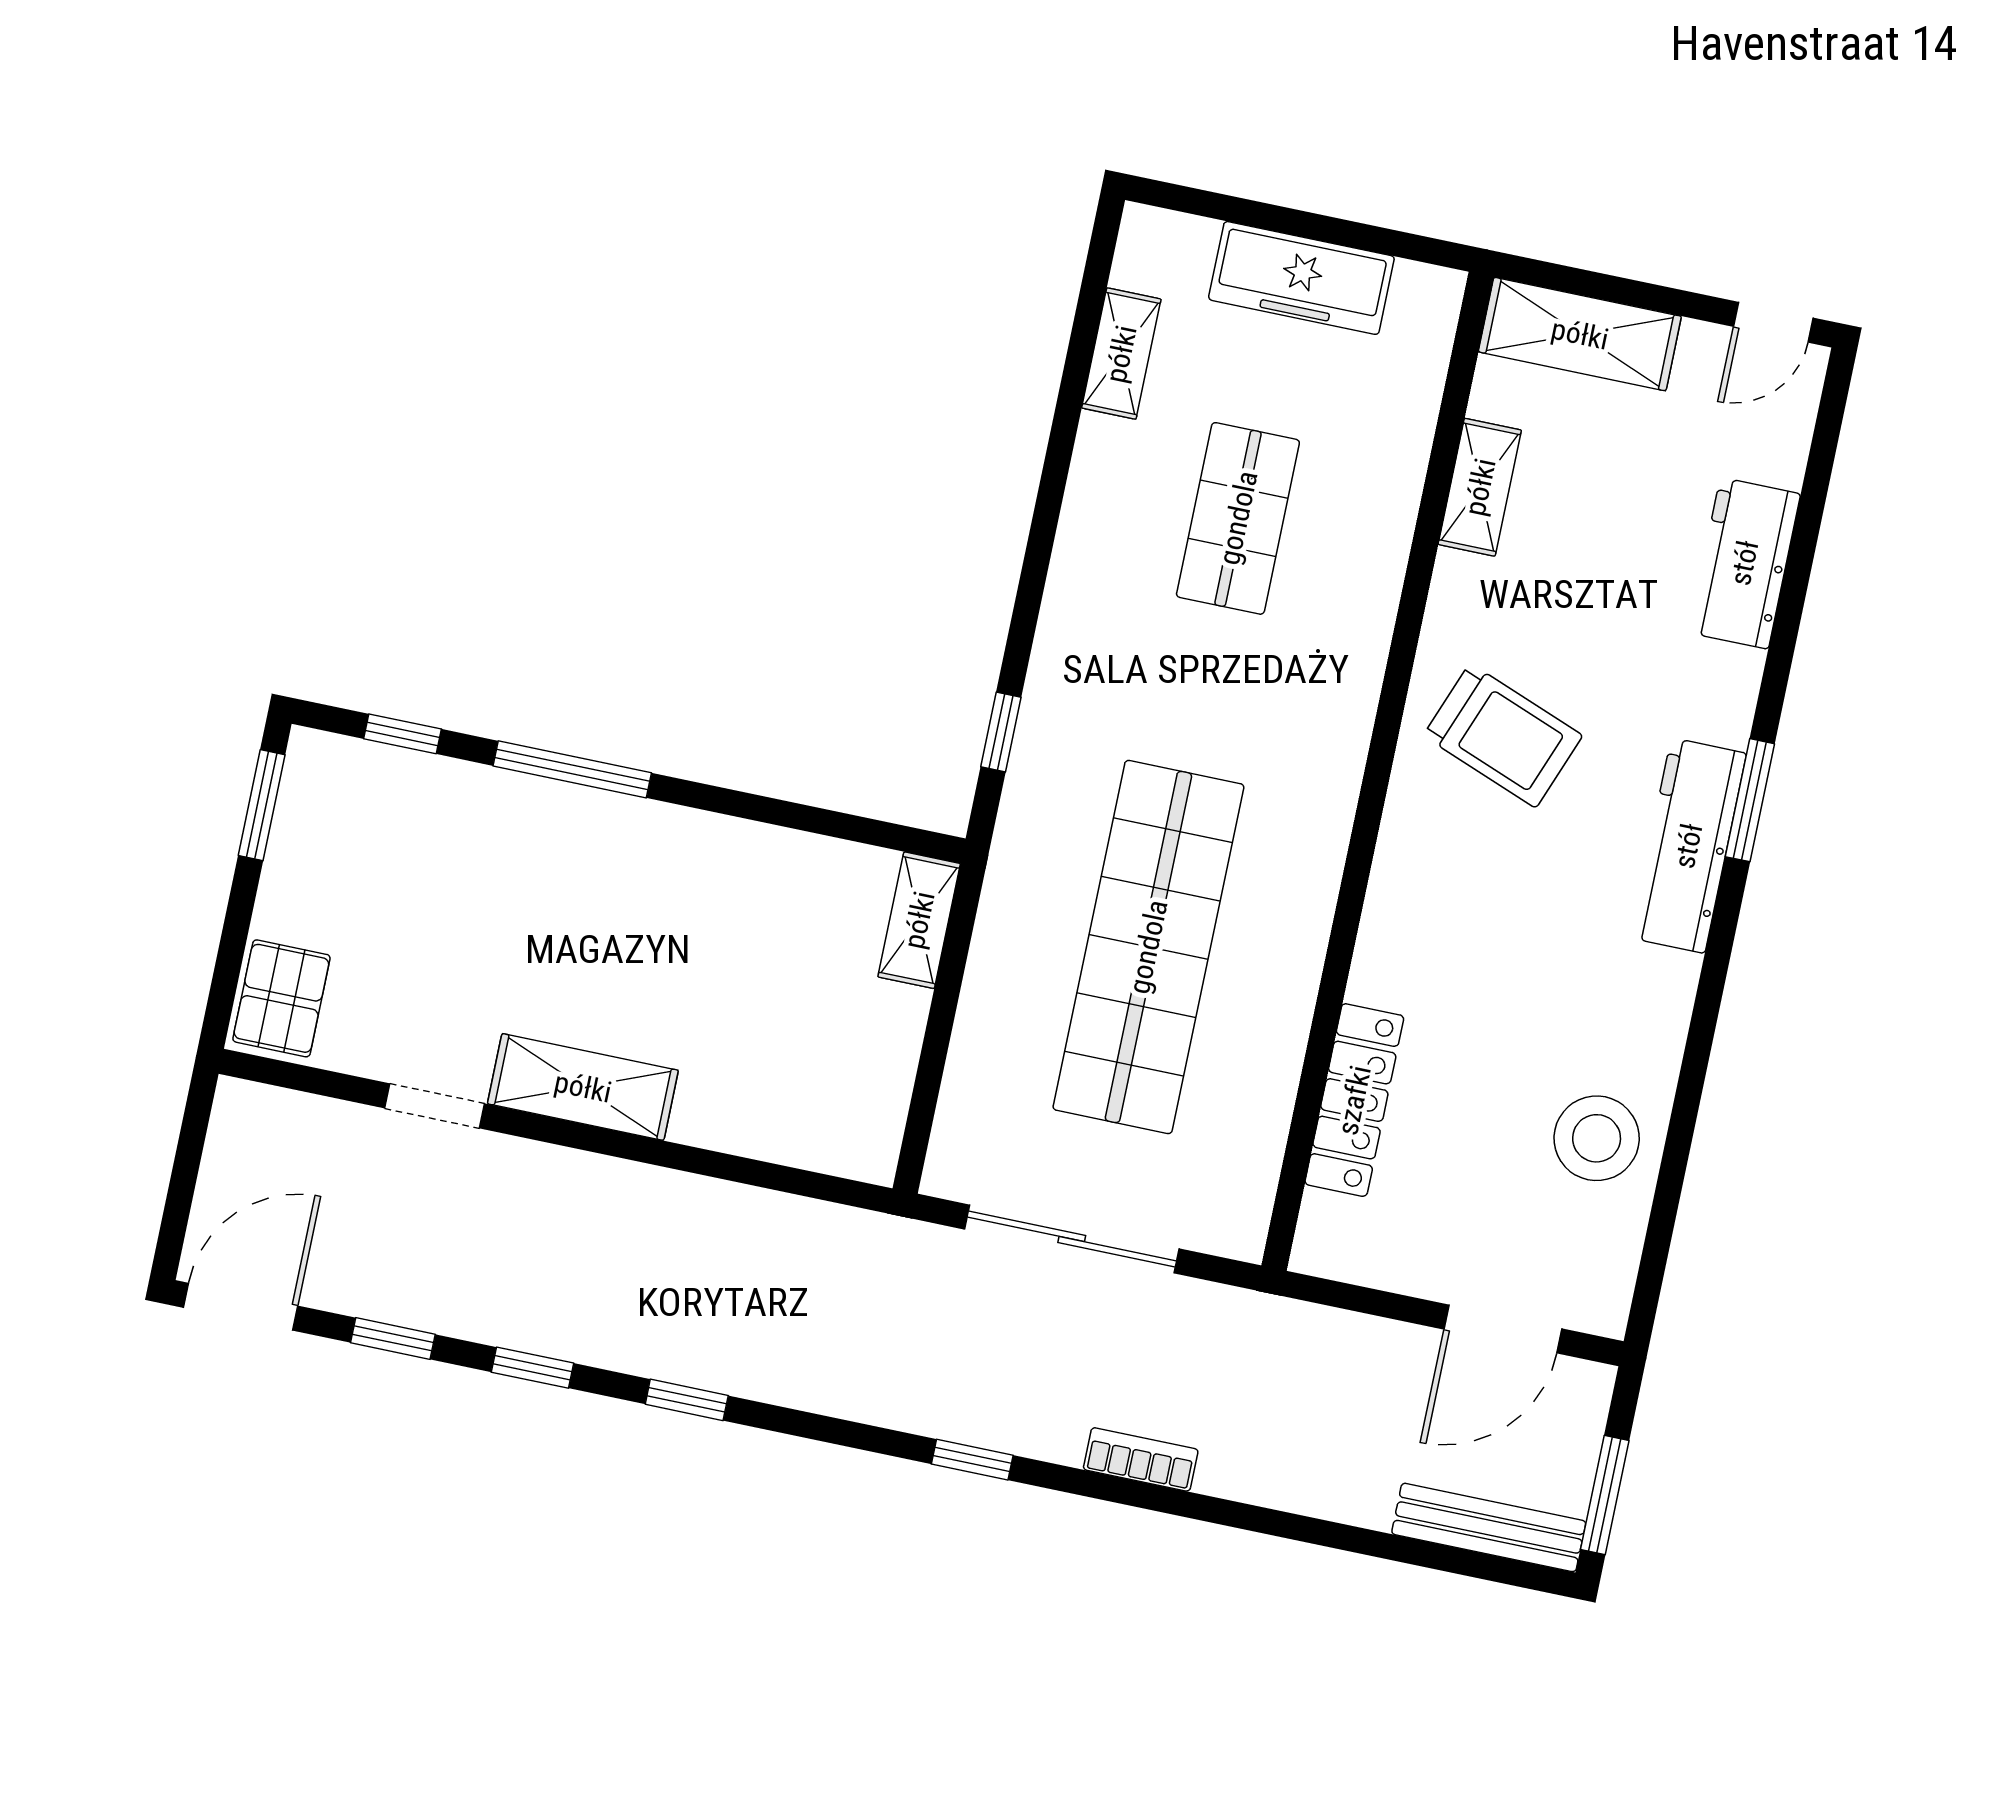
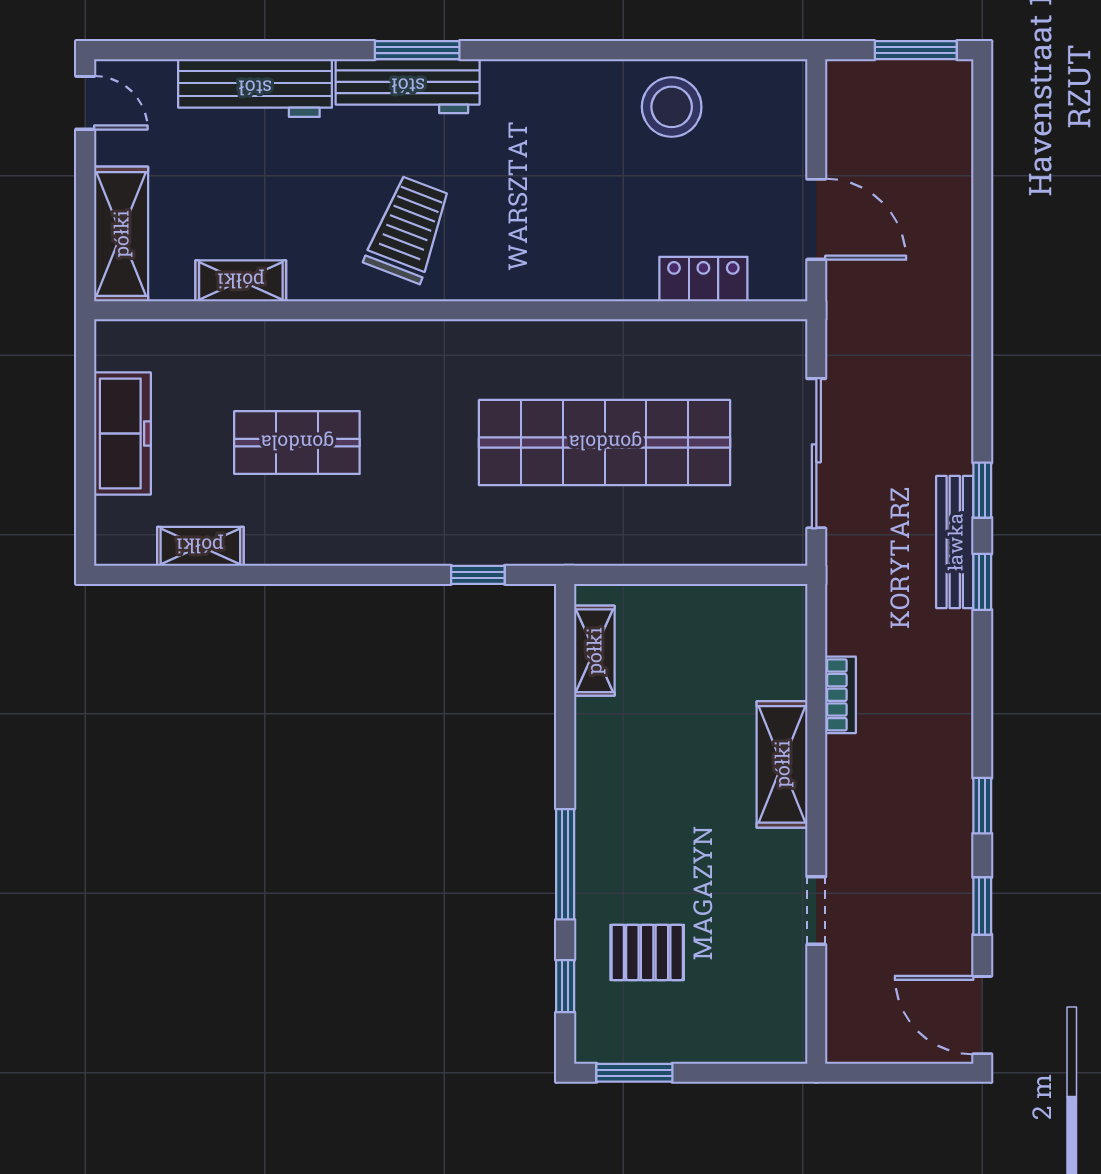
workbench: (1744, 563) -> (255, 88), width x1.38
workbench: (1688, 846) -> (408, 86), moved
shelving: (919, 920) -> (594, 651), moved, turned 90
pallet: (281, 998) -> (647, 952), moved
shelving: (583, 1087) -> (782, 764), moved
locker: (1354, 1100) -> (703, 279), width x0.66
door: (1503, 1329) -> (816, 219), moved
window: (687, 1400) -> (982, 582), moved
bookcase: (1141, 1459) -> (841, 695), moved, turned 180
bench: (1489, 1527) -> (955, 542), moved

